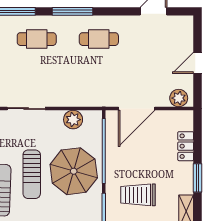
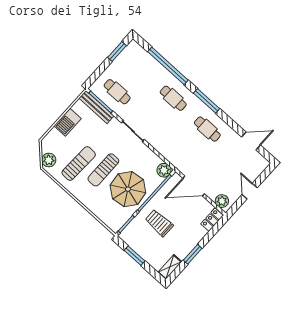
door: (198, 63) -> (250, 191), hinge flipped
plant: (73, 120) -> (164, 170), moved
locker: (186, 146) -> (212, 220), moved
trolley: (138, 195) -> (159, 223), moved

